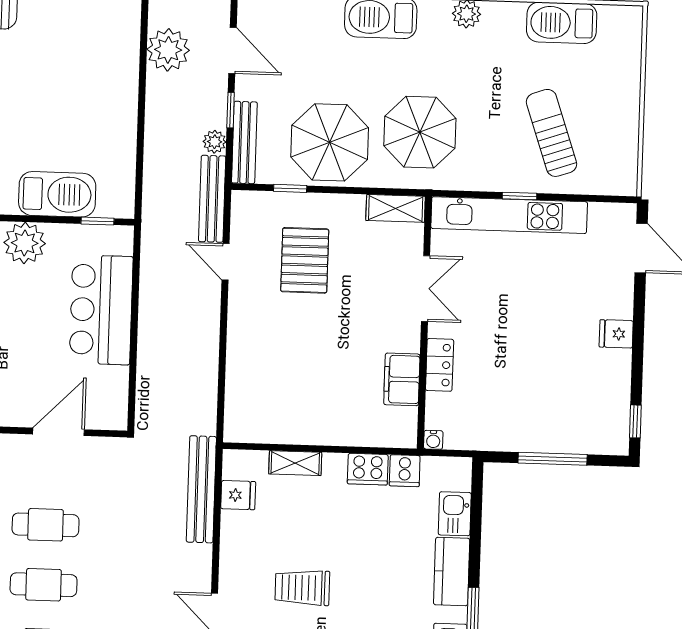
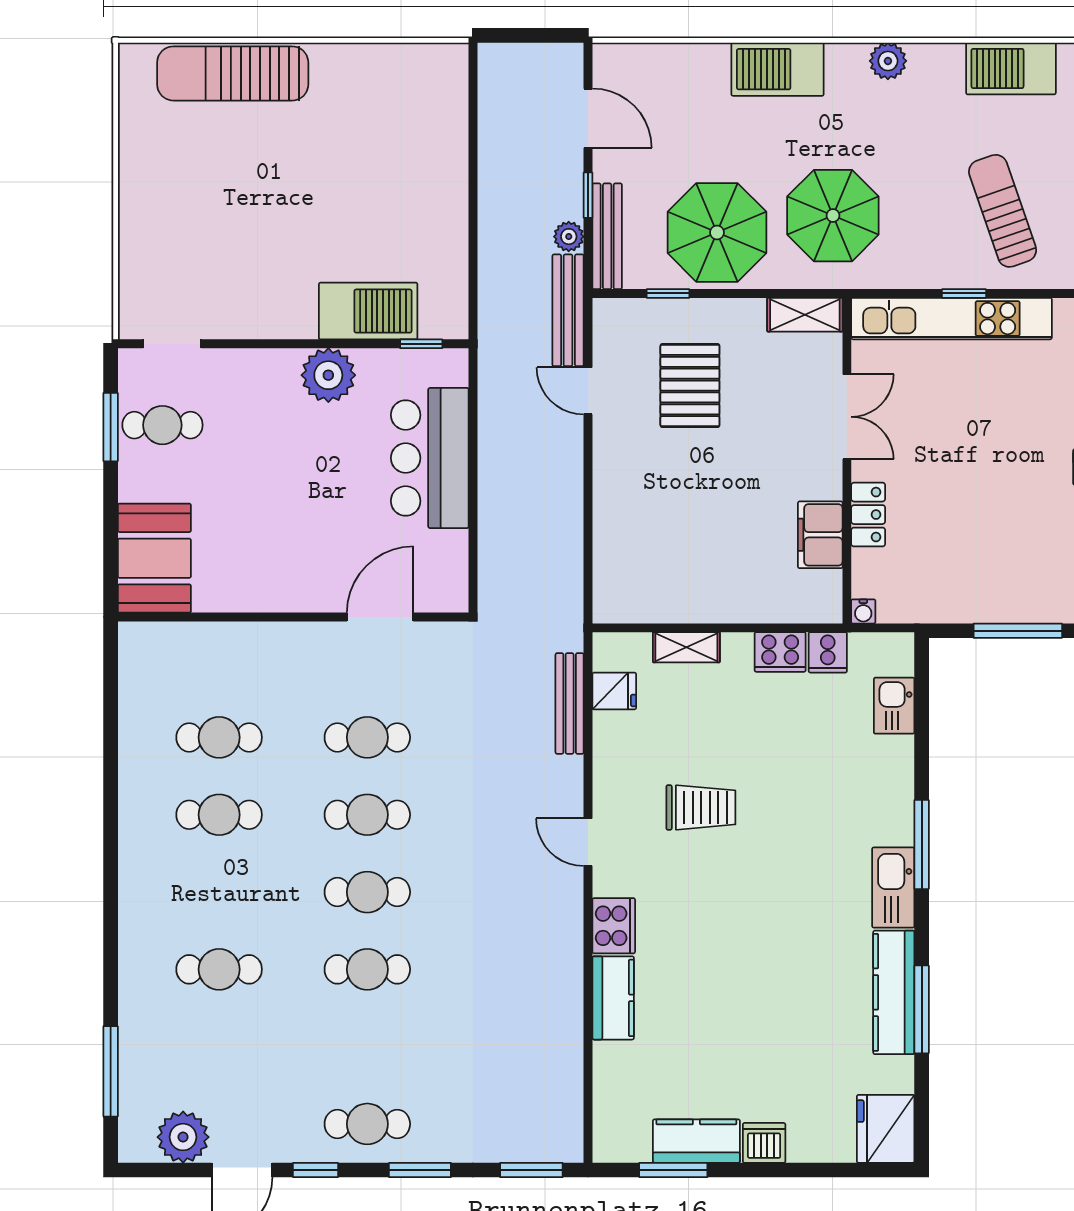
plant: (168, 50) -> (505, 120), removed
bench: (201, 489) -> (570, 703), width x0.73, depth x0.82
kitchen counter: (452, 572) -> (893, 780), removed
trolley: (302, 588) -> (701, 807), turned 180

